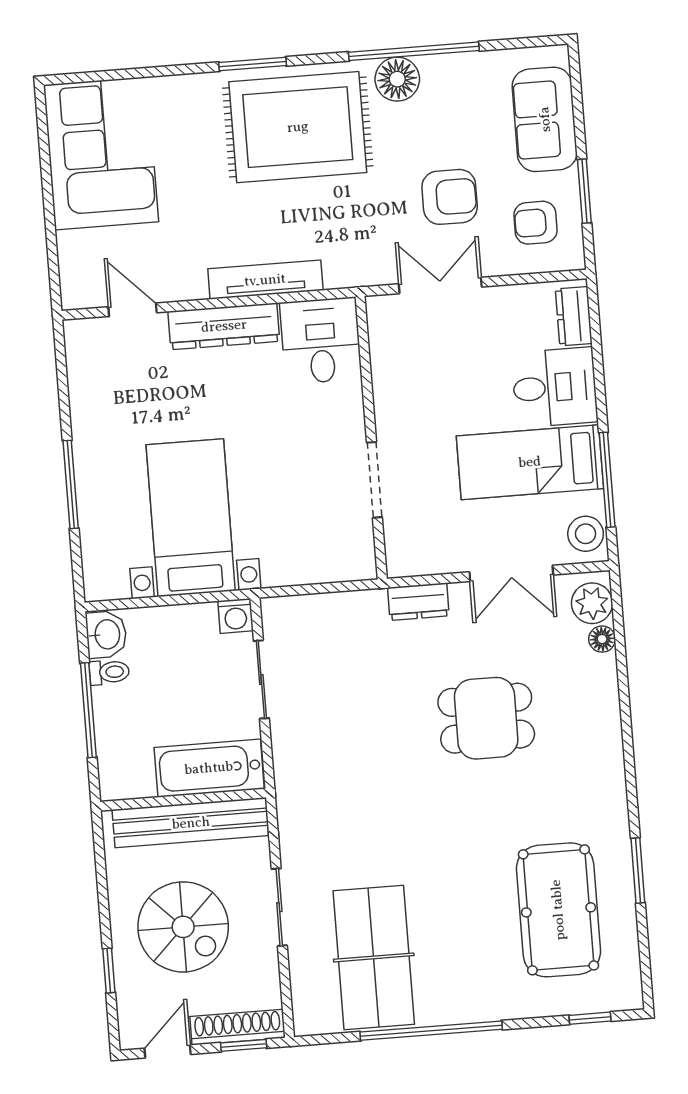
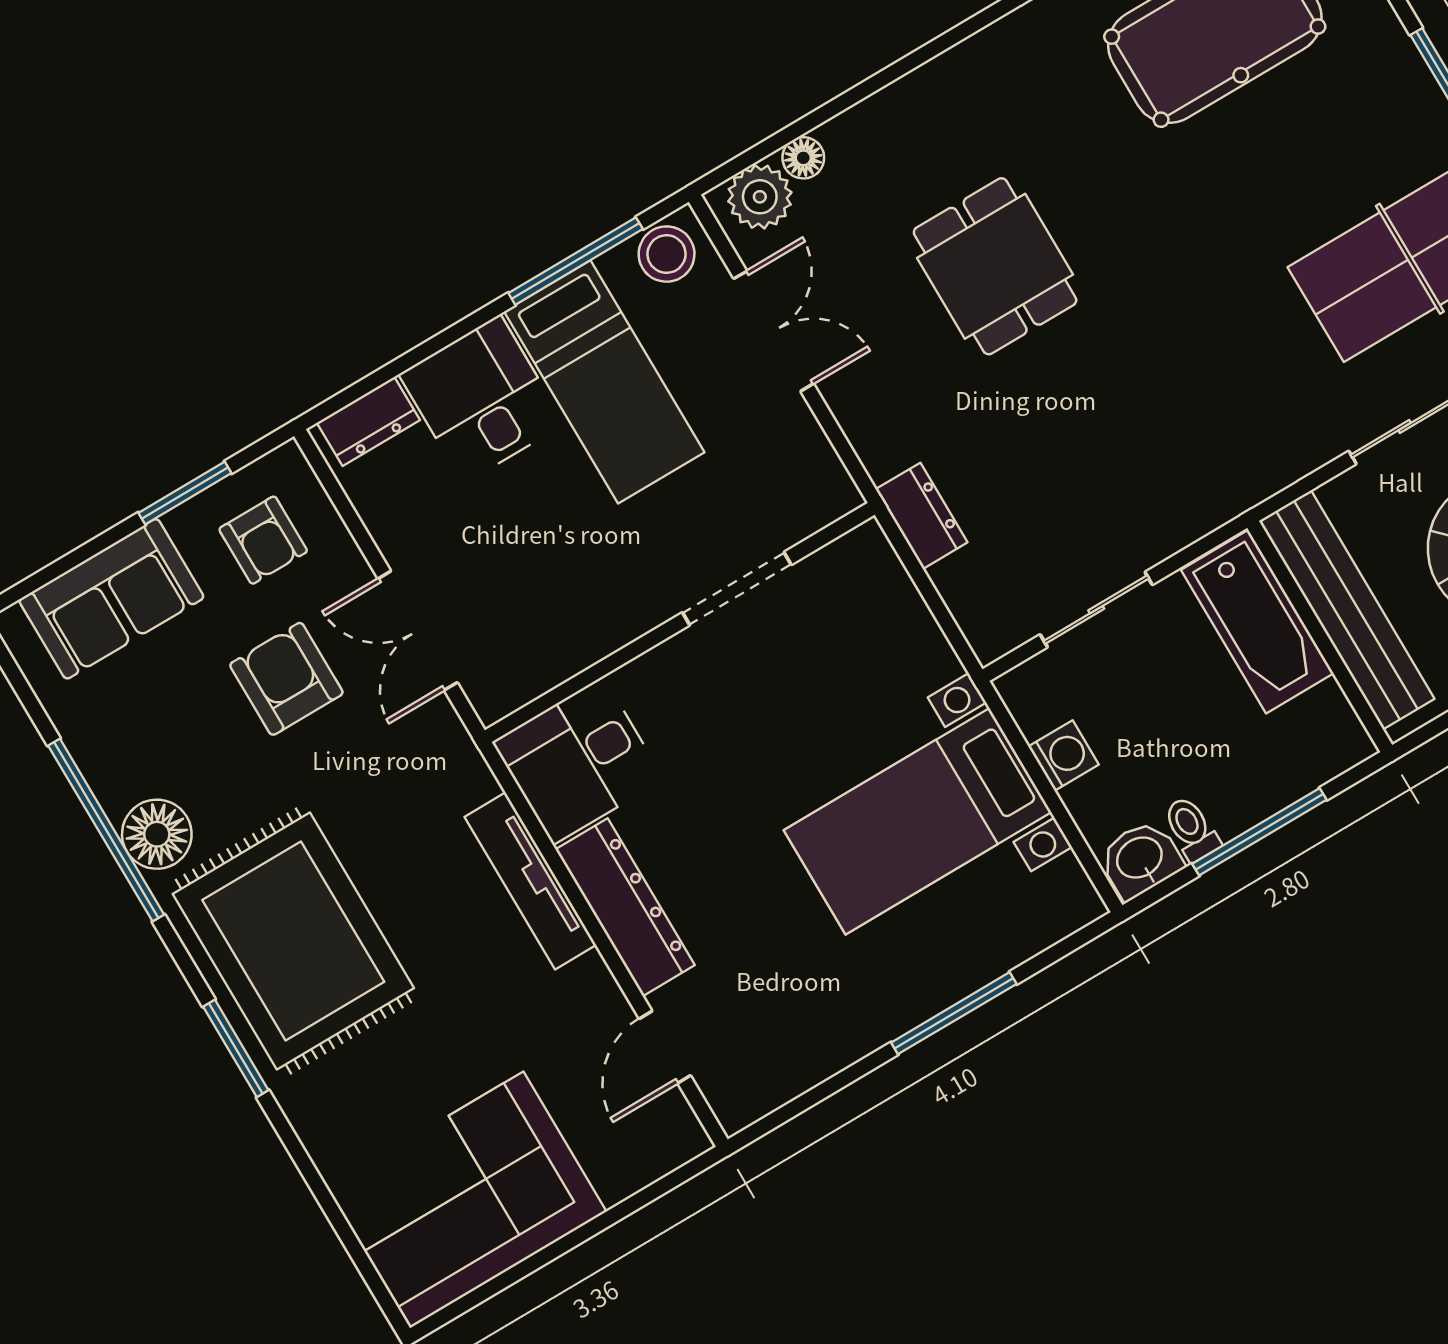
dresser: (418, 602) -> (922, 516), moved
washing machine: (236, 616) -> (1064, 756), moved

